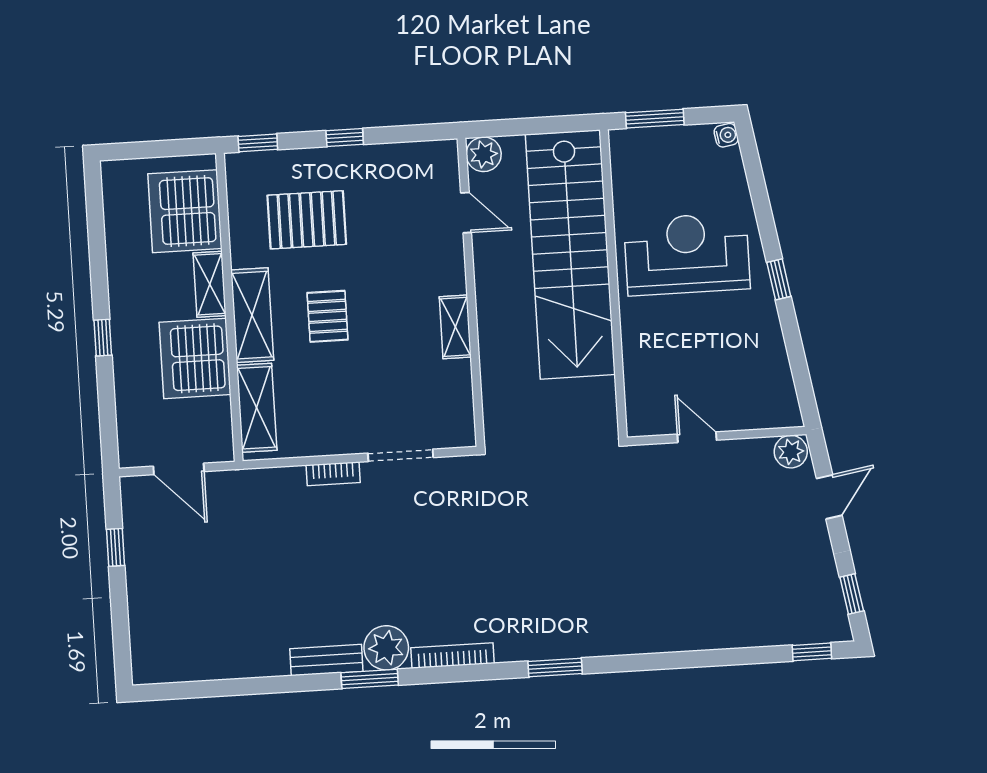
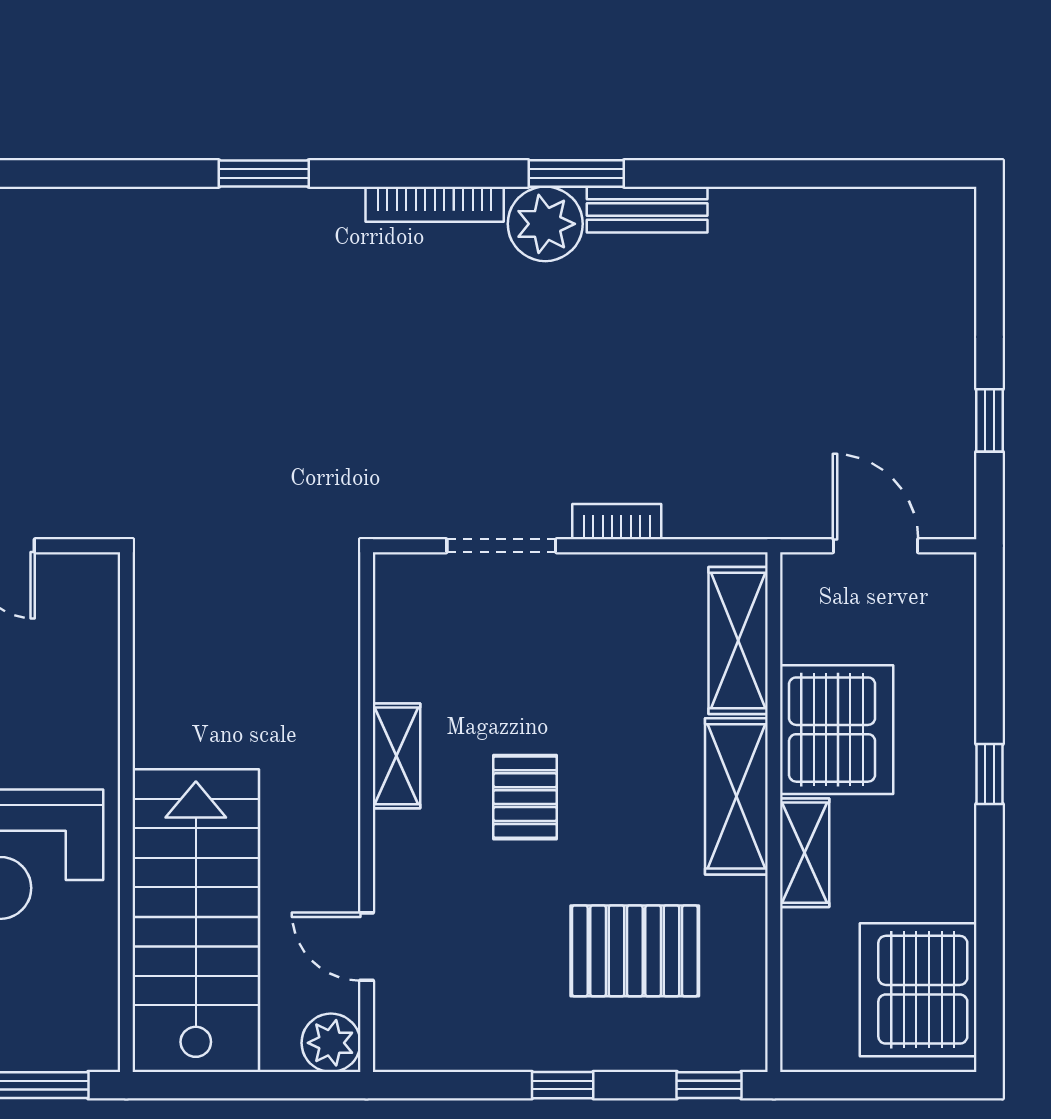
server rack: (185, 211) -> (918, 990), moved, turned 180
stairs: (570, 254) -> (196, 921), width x0.73
pallet: (328, 316) -> (525, 797), moved

